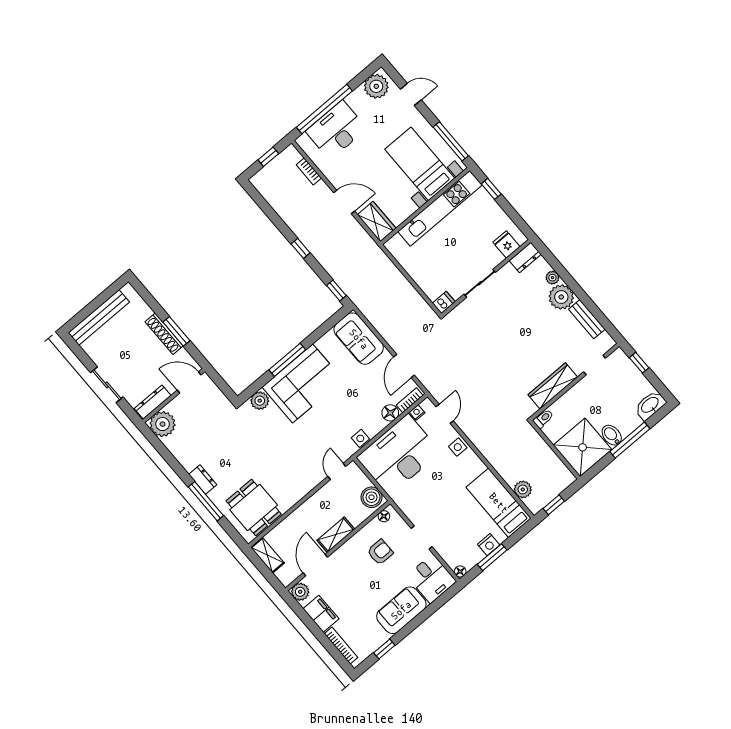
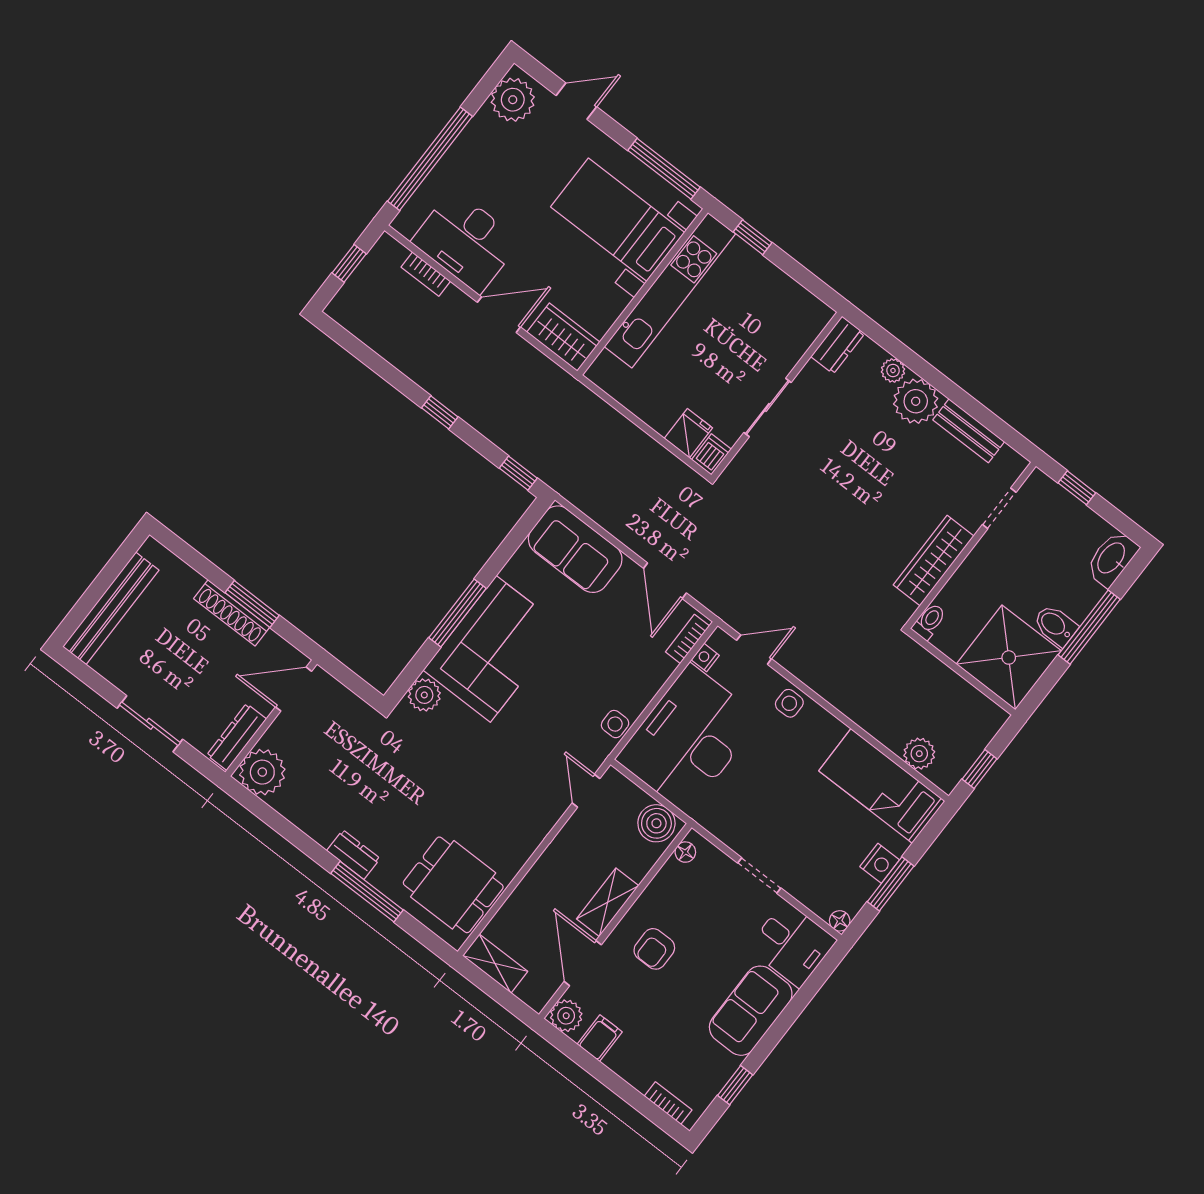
desk: (336, 130) -> (466, 241), moved, turned -90
fridge: (506, 245) -> (688, 433), moved, turned 90
floor lamp: (390, 413) -> (658, 668), removed
door: (445, 414) -> (754, 650), hinge flipped
armchair: (380, 552) -> (654, 949), moved, turned 180
filing cabinet: (321, 614) -> (600, 1038), width x0.50
bookcase: (341, 646) -> (668, 1103), width x0.64

